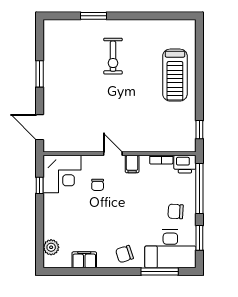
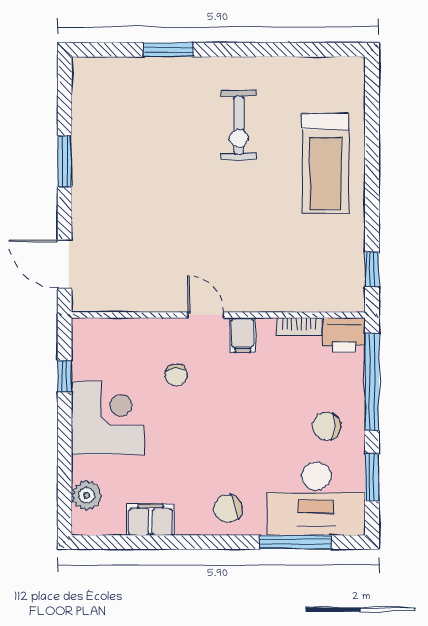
exercise bike: (113, 56) -> (239, 125), moved
corner desk: (62, 174) -> (108, 418), moved, turned -90

